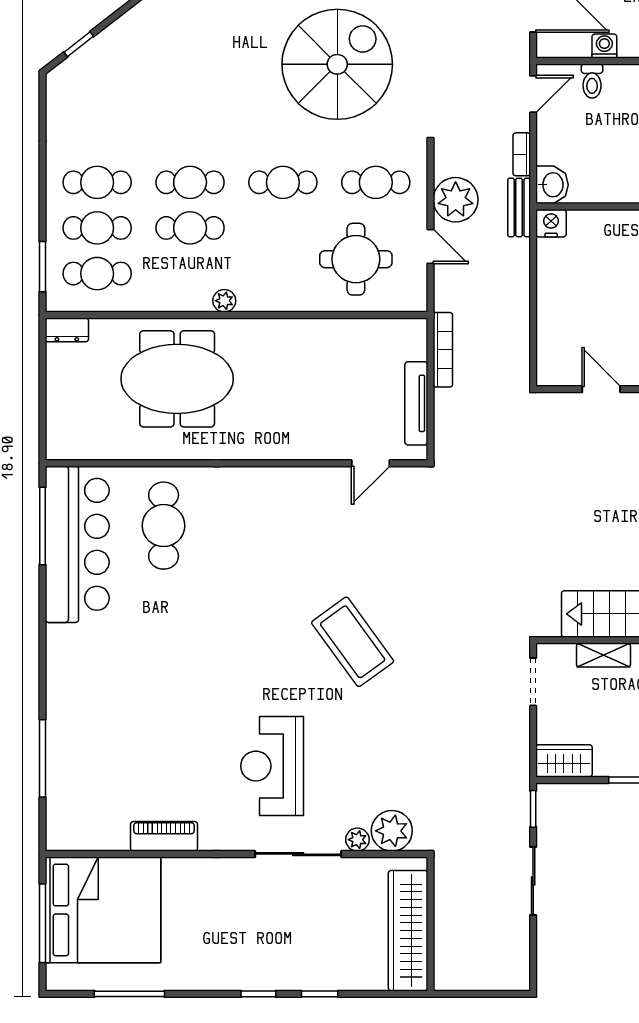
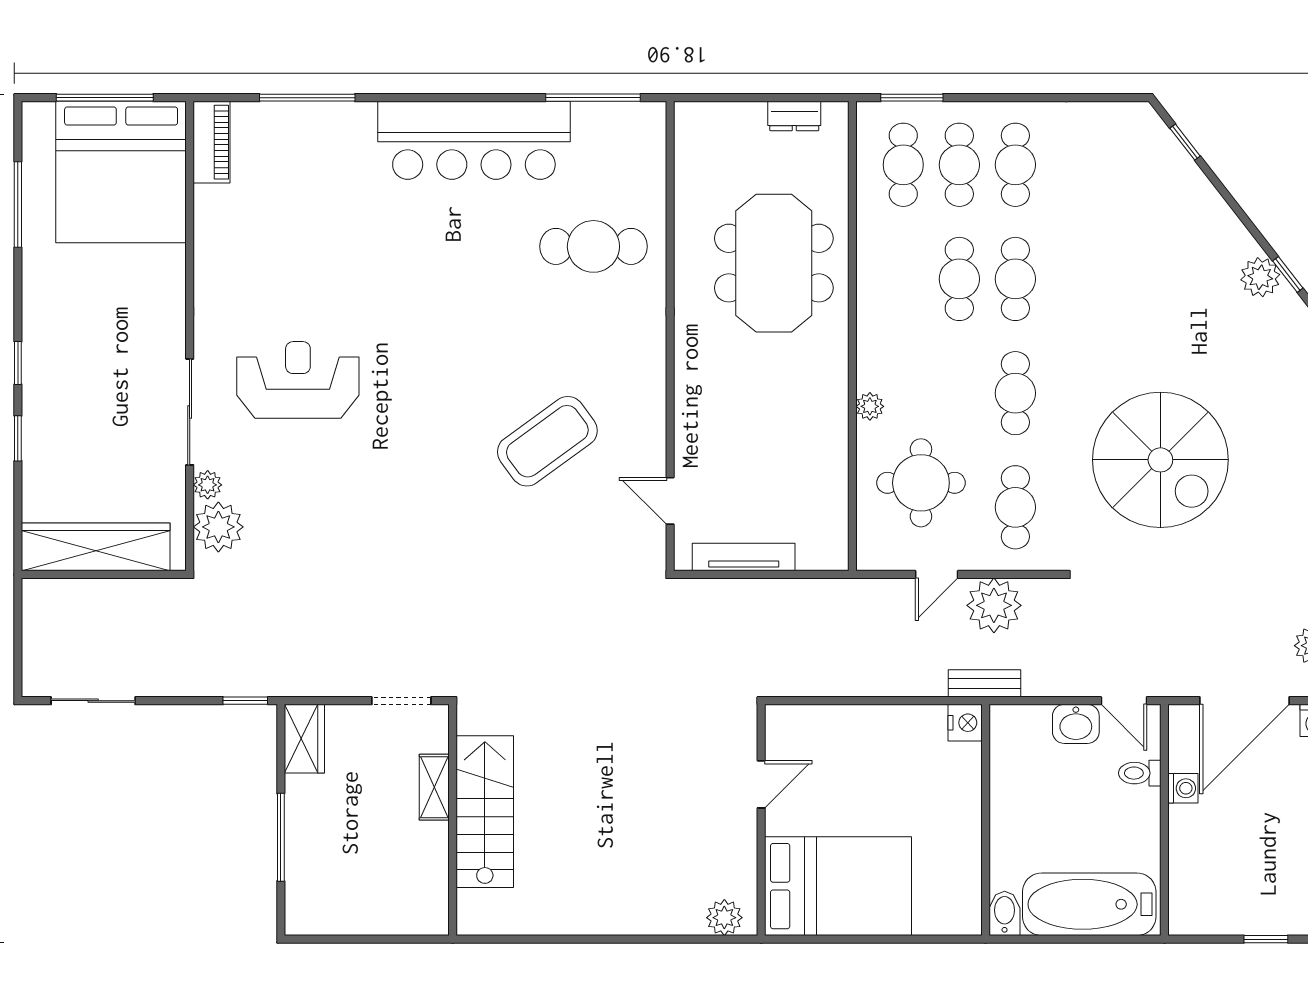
bookcase: (522, 154) -> (1050, 687), removed
washbasin: (552, 185) -> (1076, 724), moved
plant: (224, 301) -> (870, 406), moved
dresser: (67, 330) -> (794, 116), moved, turned -90
bookcase: (443, 350) -> (810, 590), removed
bar counter: (77, 544) -> (474, 140), moved
coffee table: (353, 642) -> (547, 441), moved
piano: (164, 836) -> (212, 142), moved
sliding door: (533, 881) -> (93, 701), moved

